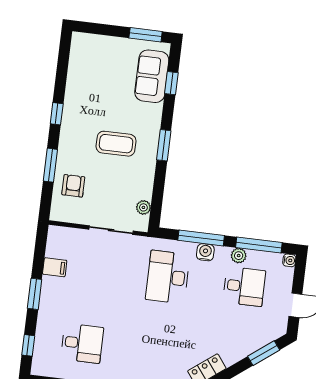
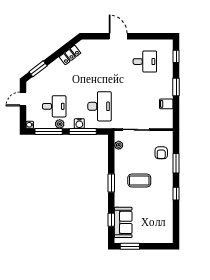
desk: (244, 286) -> (54, 106), turned 180
desk: (82, 343) -> (145, 62), turned 180

